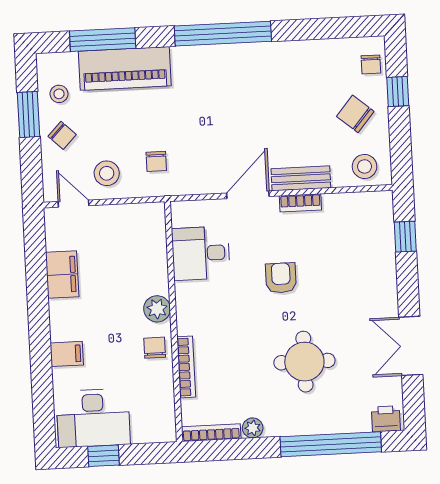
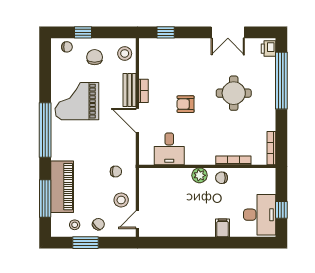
grand piano: (276, 87) -> (77, 101), added
chair: (355, 114) -> (95, 57), turned 140
filing cabinet: (62, 275) -> (177, 228), removed
plant: (253, 428) -> (270, 124), removed

